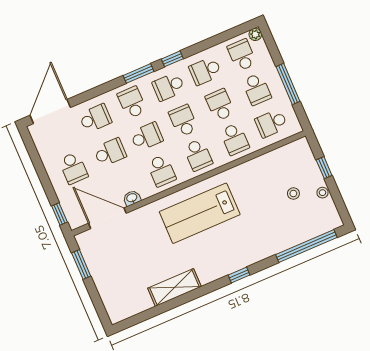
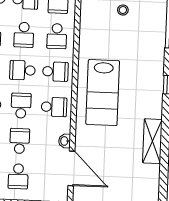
school desk: (220, 105) -> (24, 35), turned -90
school desk: (235, 139) -> (57, 36), turned 90
school desk: (73, 168) -> (18, 176), turned 90
door: (107, 218) -> (71, 168), swing flipped

